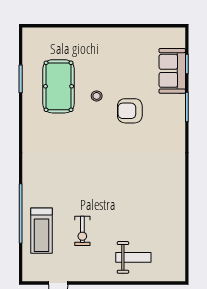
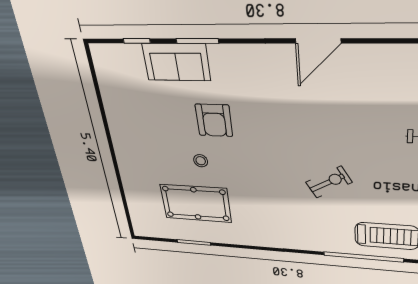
sofa: (172, 71) -> (176, 62), moved
door: (187, 187) -> (318, 41), added
exercise bike: (82, 231) -> (329, 182), moved, turned -30

